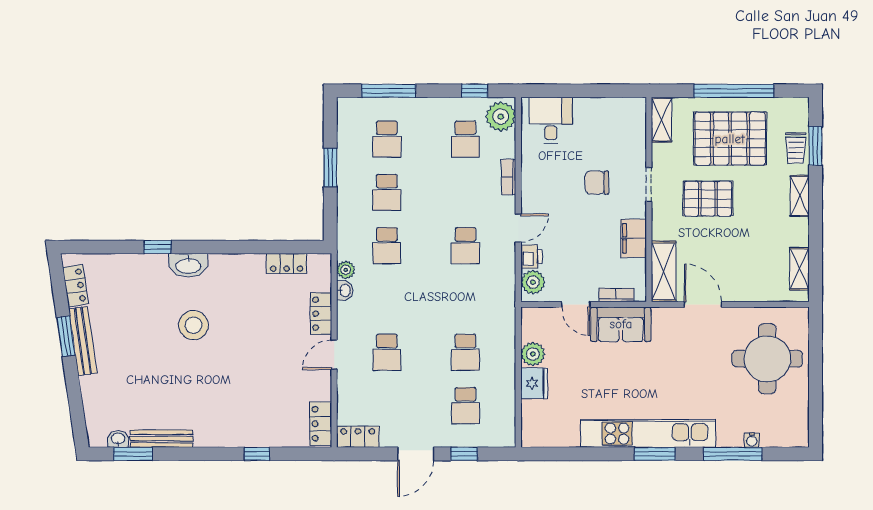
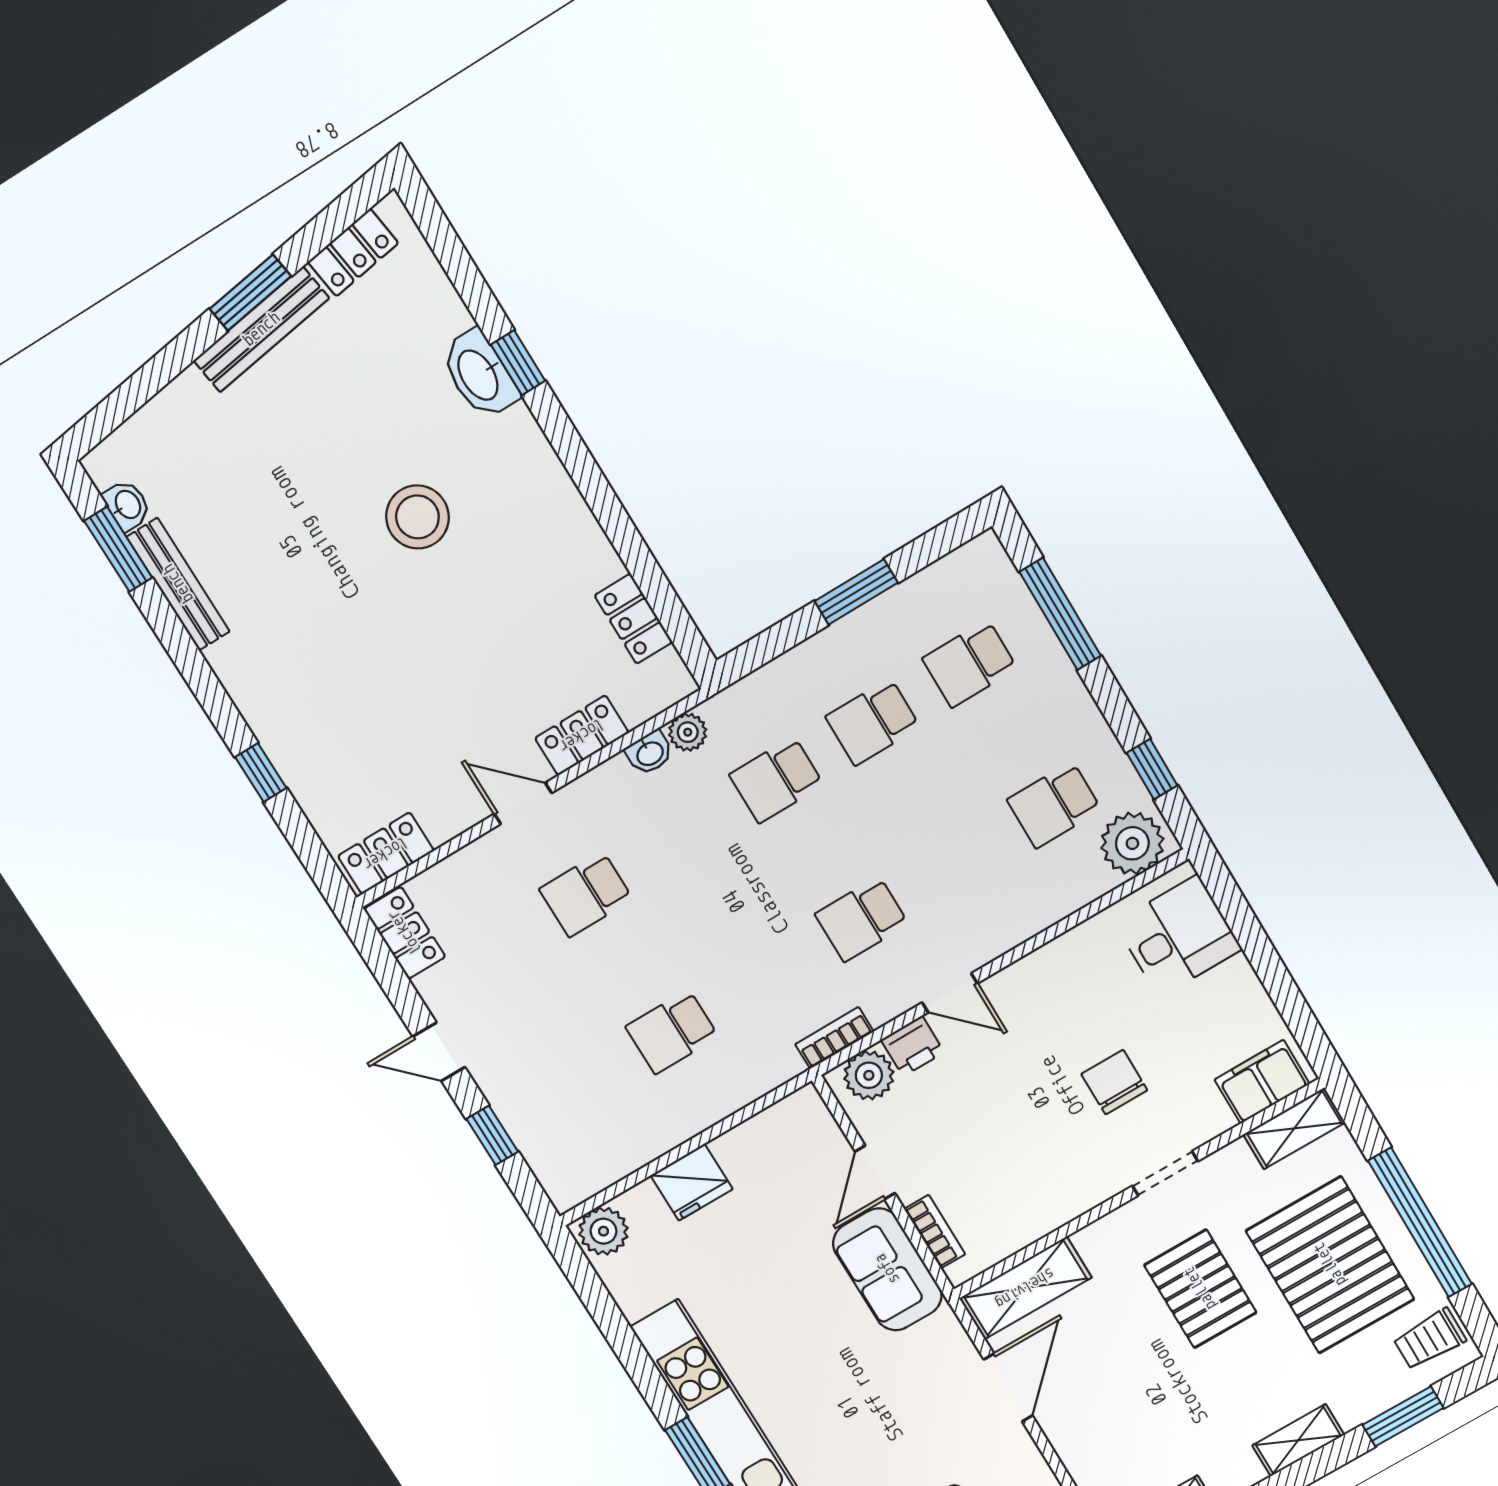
trolley: (796, 148) -> (1430, 1339), moved
bookcase: (509, 177) -> (834, 1038), moved
filing cabinet: (633, 238) -> (1262, 1082), moved
washbasin: (188, 265) -> (479, 374), moved
plant: (533, 354) -> (603, 1231), moved
school desk: (465, 406) -> (578, 1087), removed
door: (416, 454) -> (439, 1052), width x0.73

